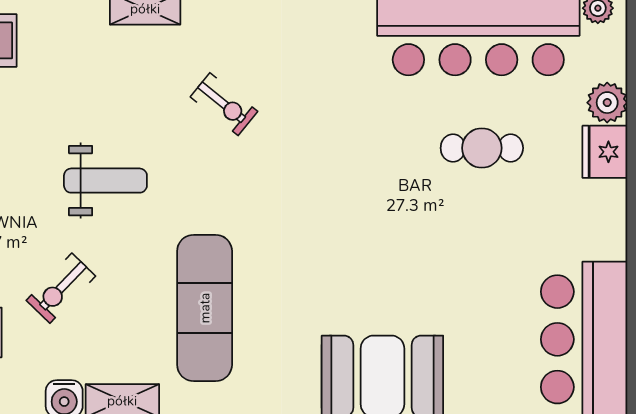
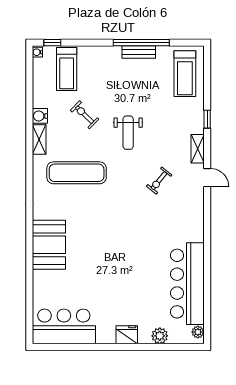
cafe table: (482, 148) -> (141, 285), removed
fridge: (605, 152) -> (127, 335), moved

